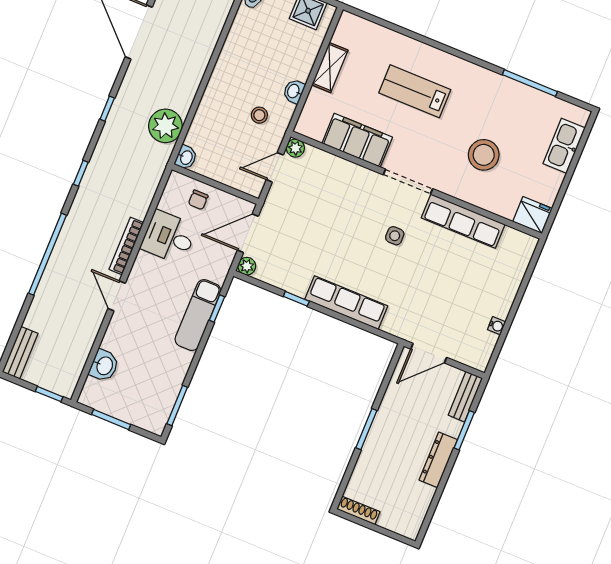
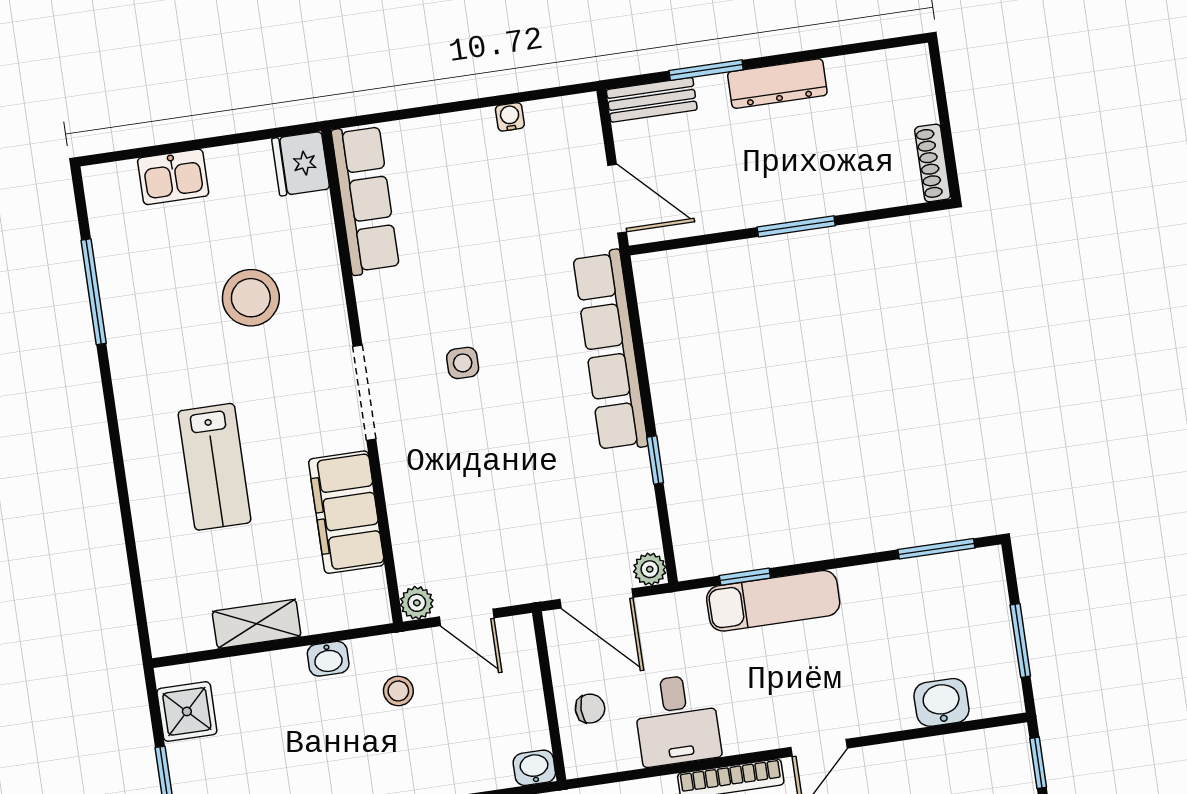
kitchen sink: (564, 146) -> (173, 177), width x0.73
row of seats: (463, 221) -> (365, 199), moved
row of seats: (346, 303) -> (610, 351), width x1.36

